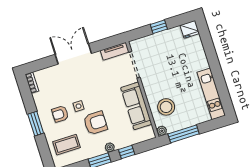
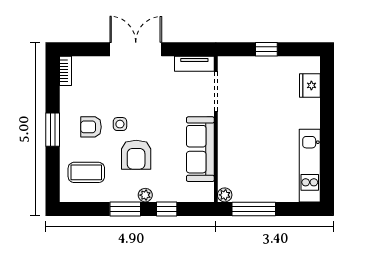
fridge: (190, 29) -> (310, 85), moved, turned 90
stool: (166, 107) -> (241, 164), removed
armchair: (95, 123) -> (136, 155), turned 90

